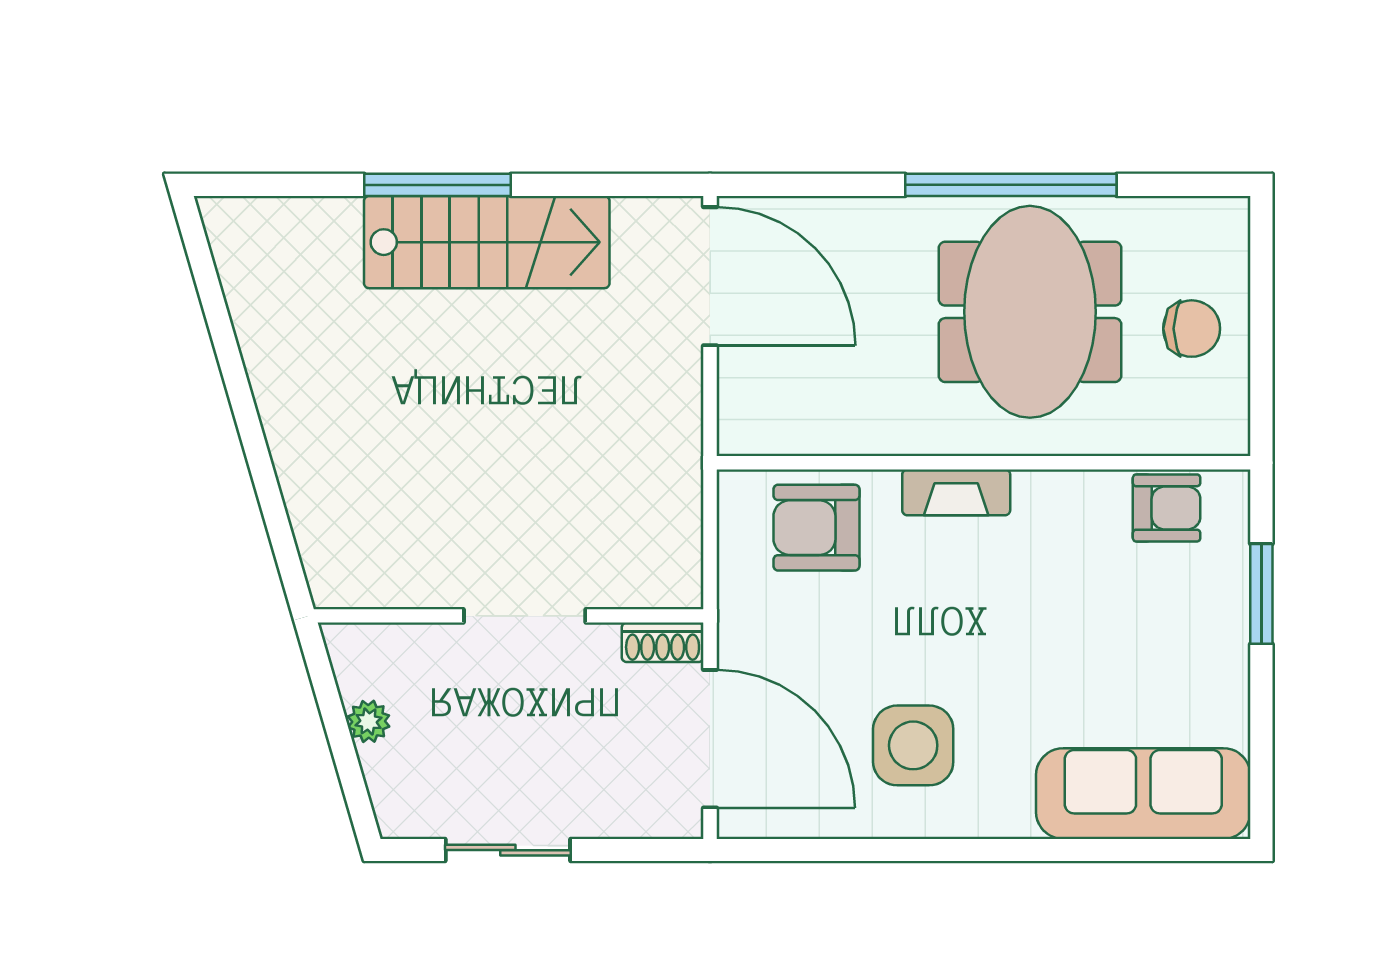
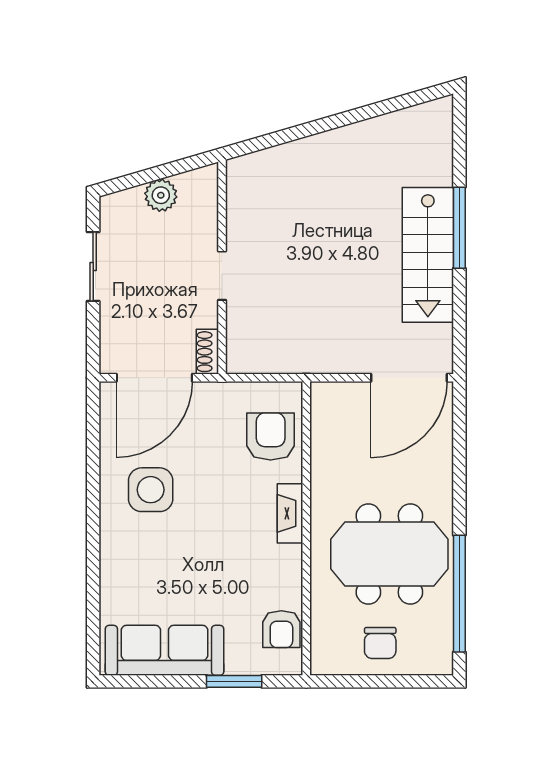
window: (1011, 185) -> (459, 594), moved
doorway: (525, 616) -> (222, 276), width x0.73
plant: (369, 721) -> (161, 195), width x1.38, depth x1.38
sofa: (1143, 794) -> (165, 650), moved, turned -90

